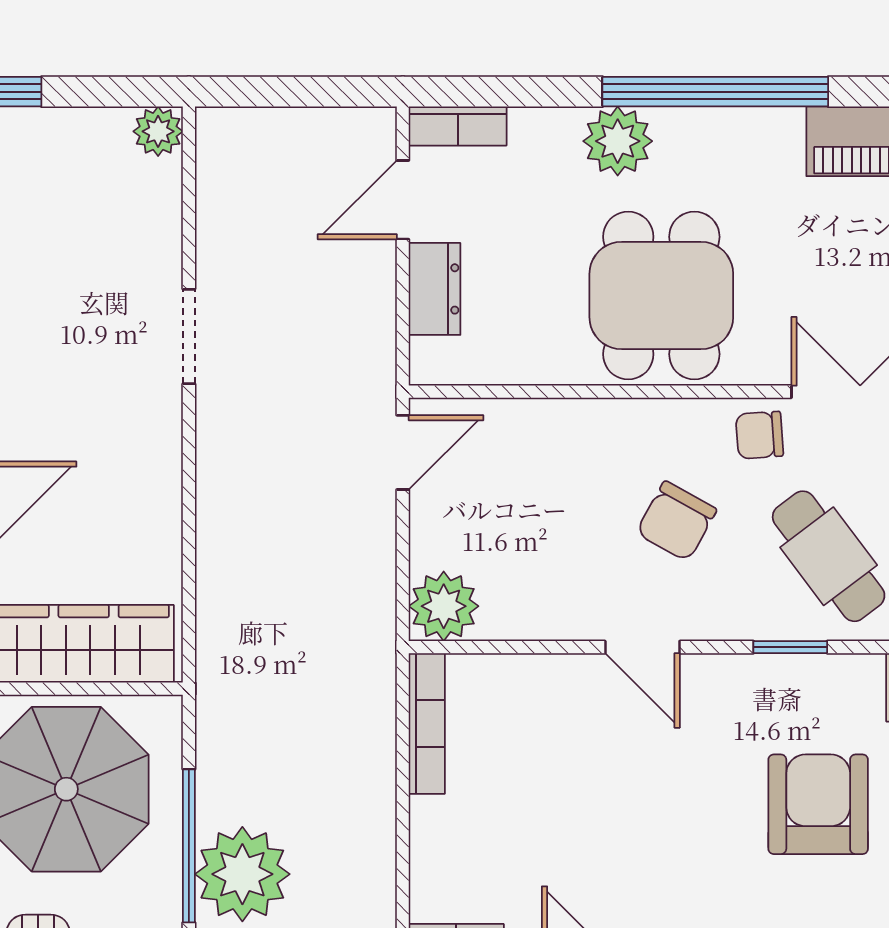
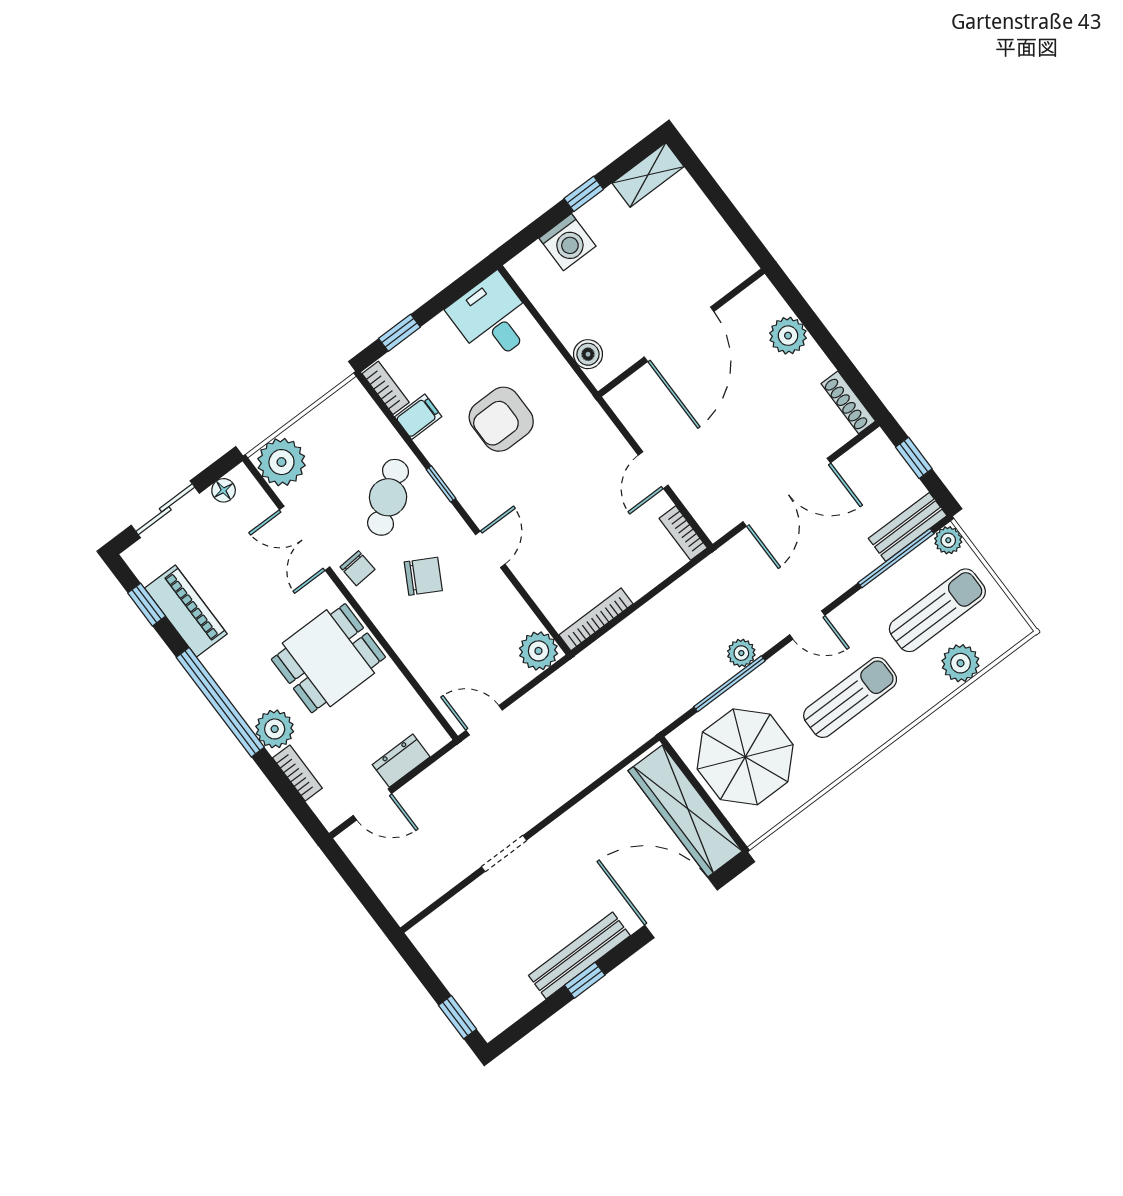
bookcase: (458, 126) -> (297, 773), moved
plant: (158, 131) -> (424, 936), removed
plant: (242, 874) -> (741, 653), width x0.53, depth x0.53

